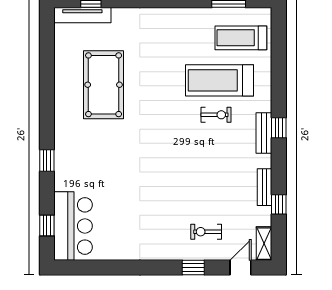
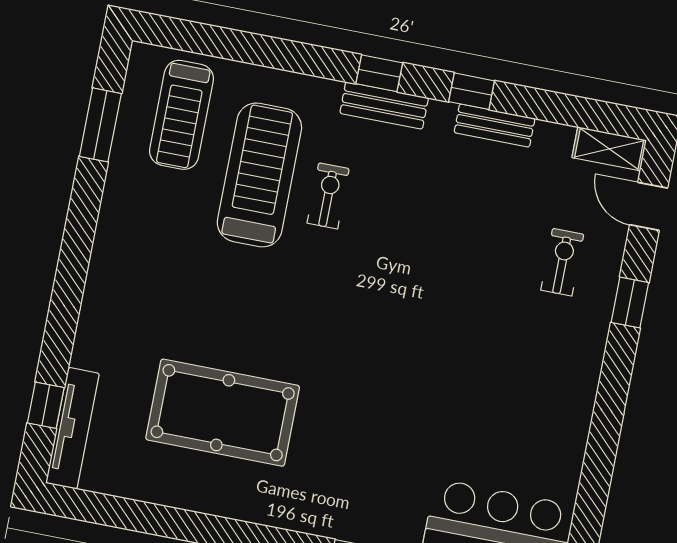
treadmill: (220, 80) -> (259, 175), turned 180
window: (279, 204) -> (472, 91), moved
exercise bike: (206, 232) -> (562, 262), turned 180

